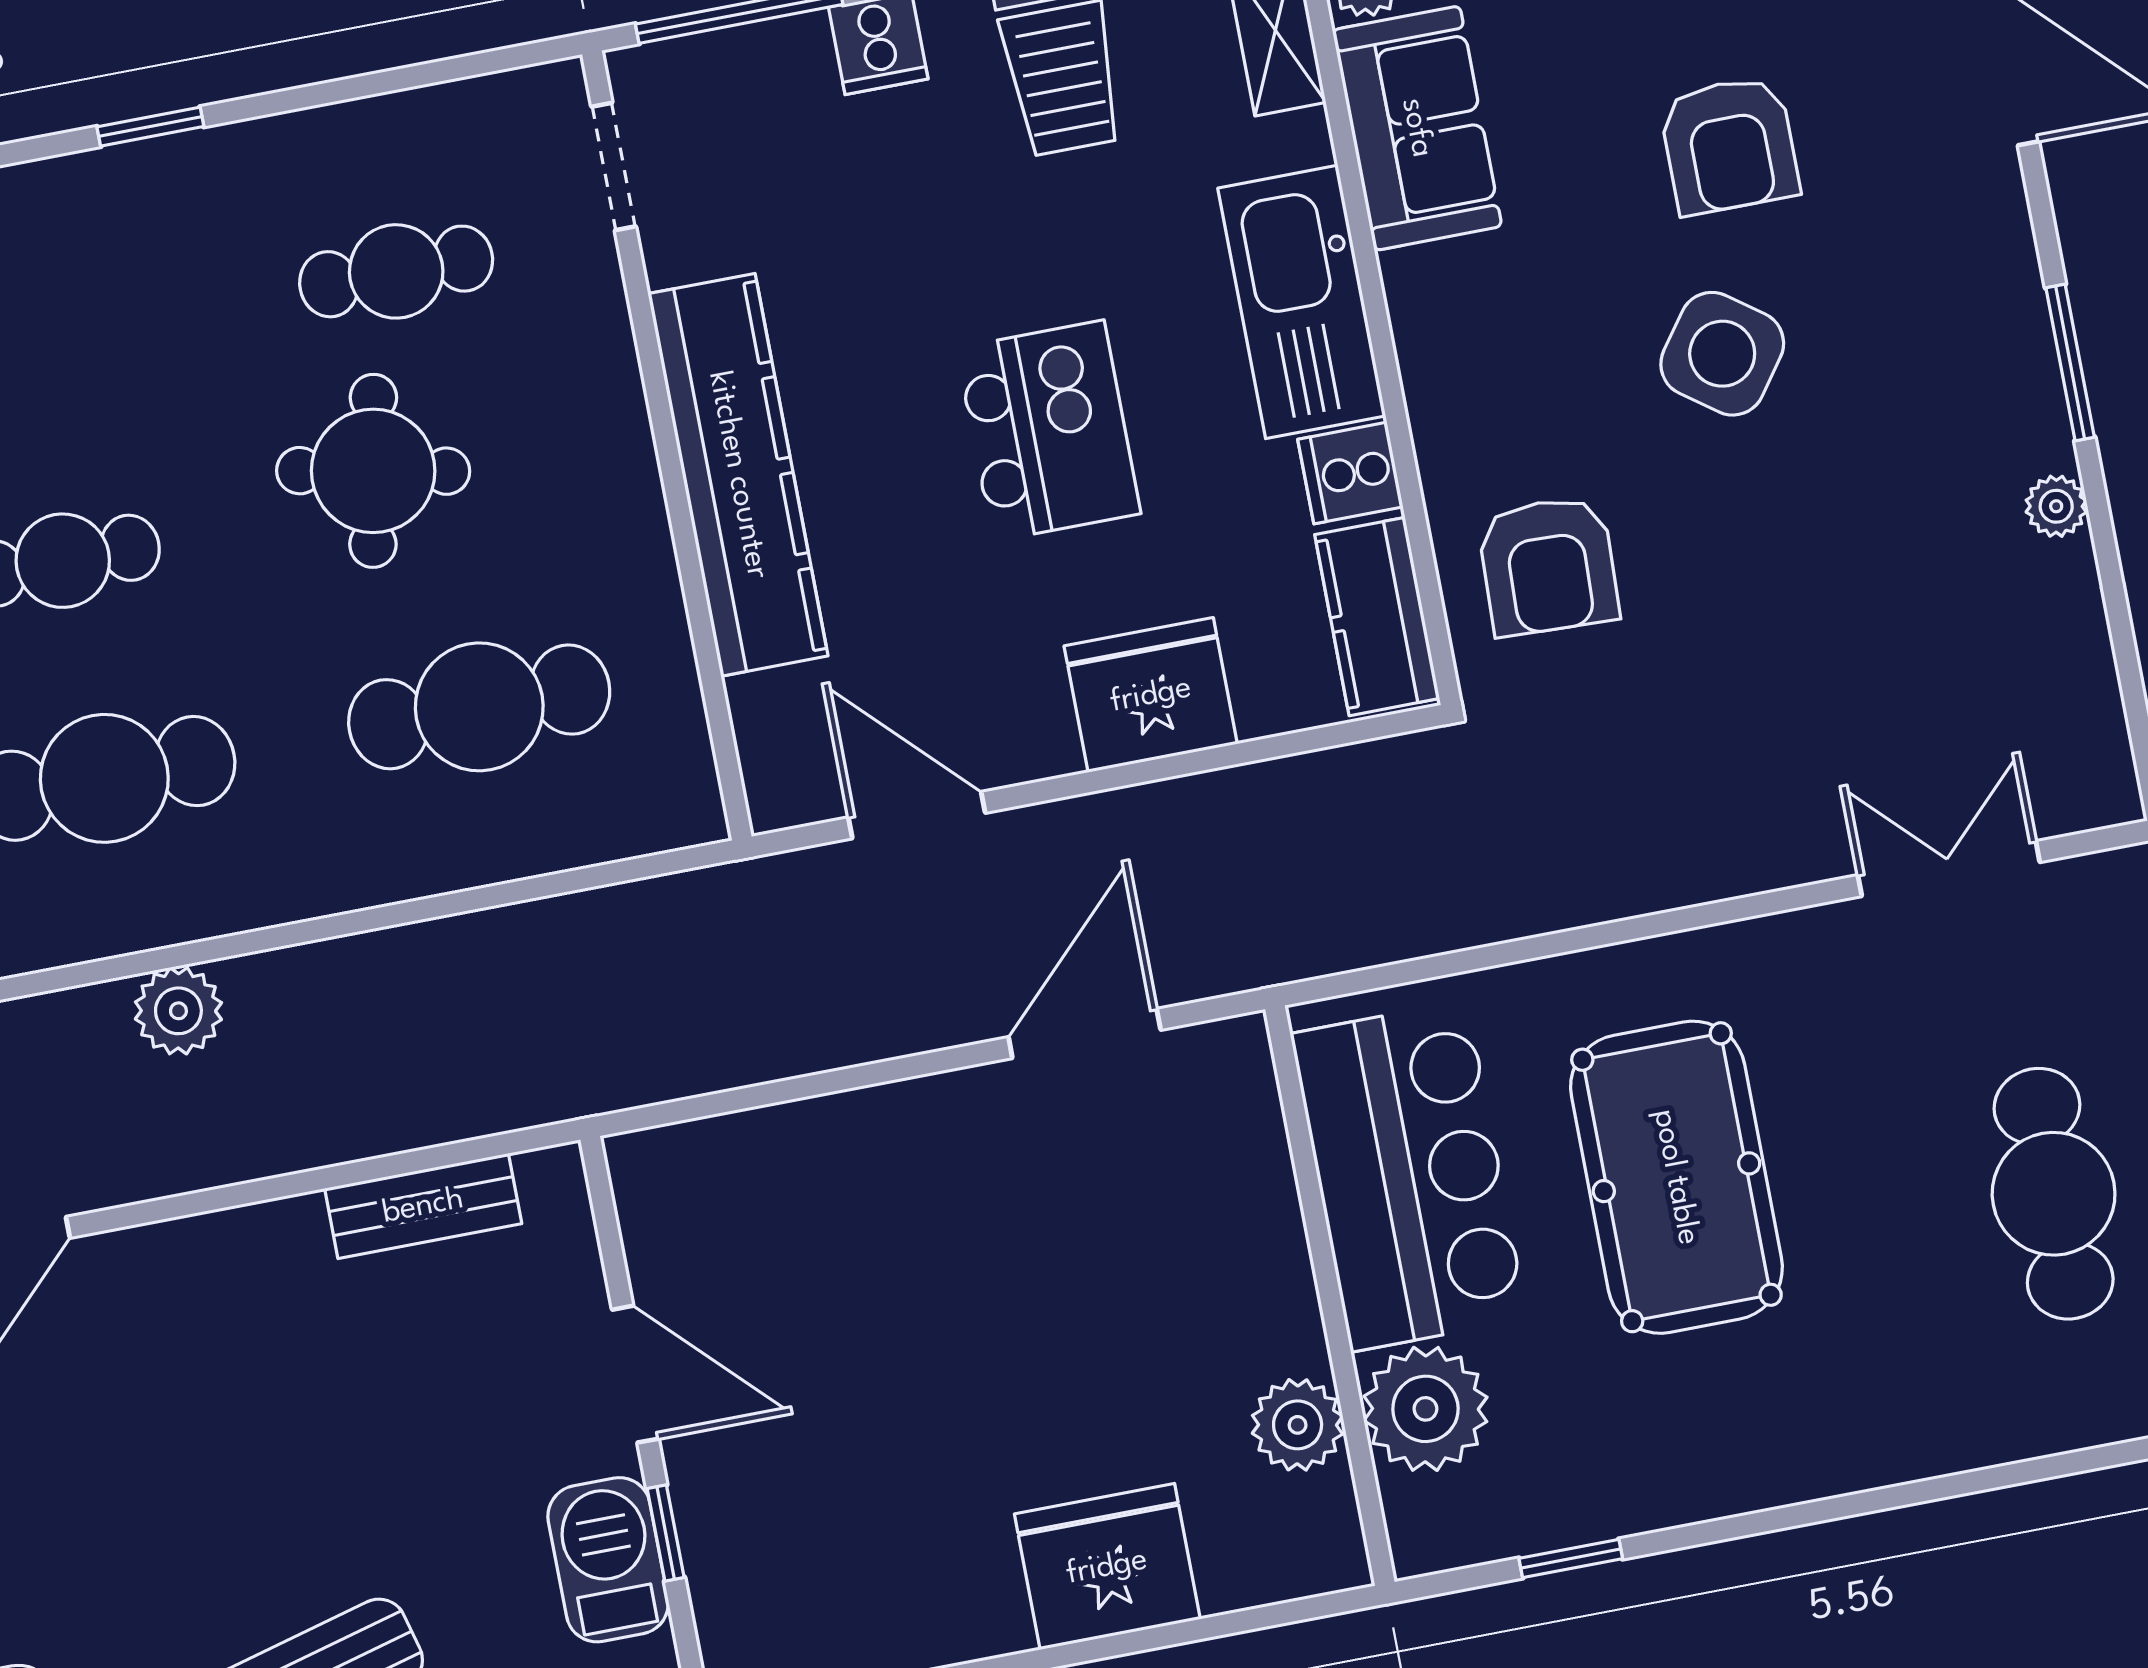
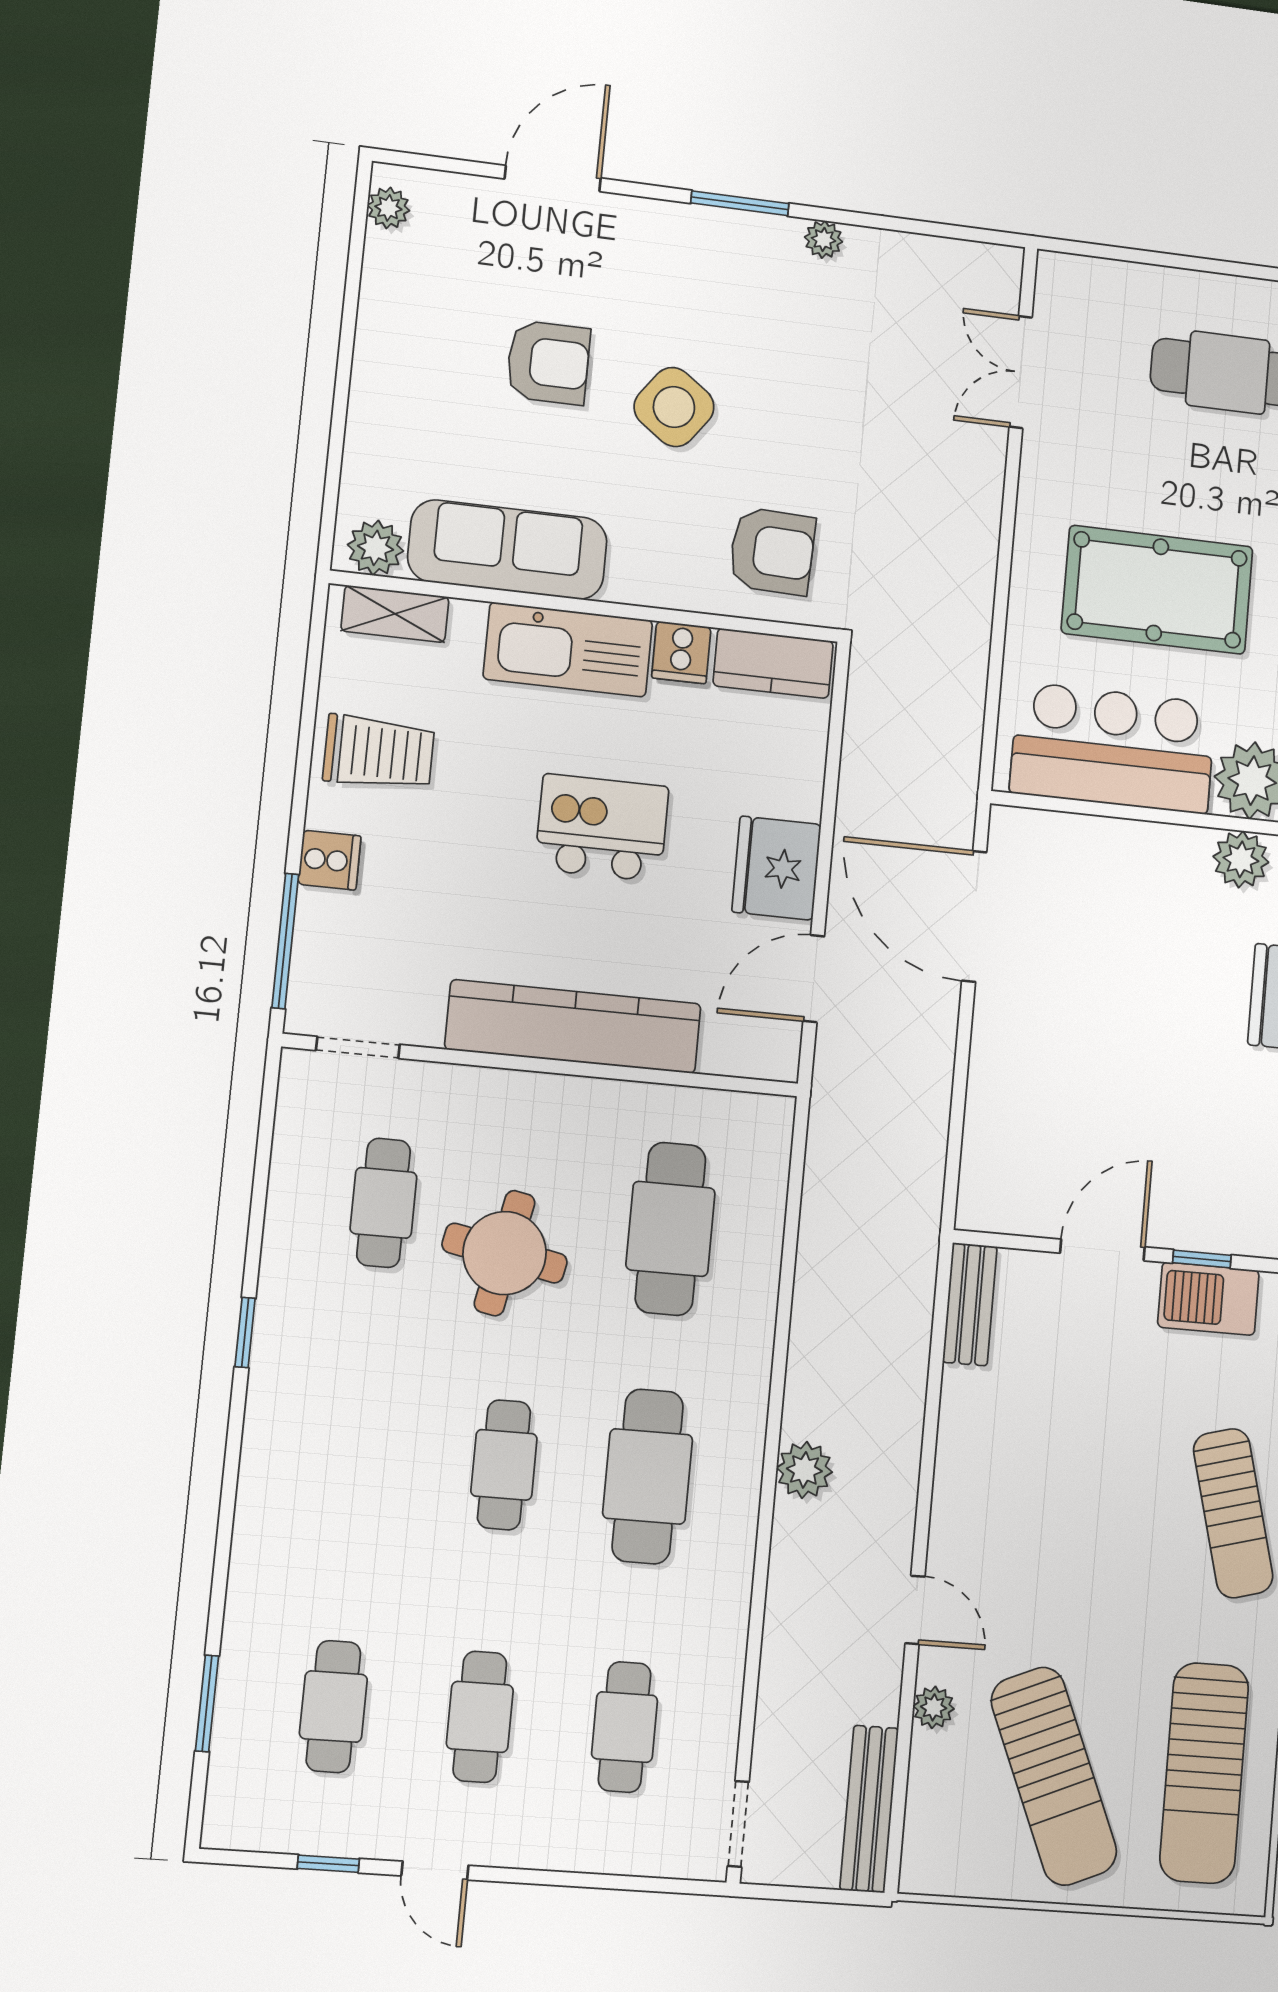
sofa: (1417, 128) -> (508, 550), width x1.36
fridge: (1151, 695) -> (776, 868), moved
door: (1085, 1034) -> (974, 916), width x1.36
bench: (423, 1206) -> (970, 1304), moved

